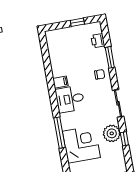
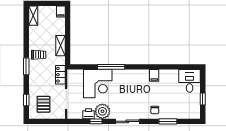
printer: (98, 41) -> (88, 114), moved
desk: (70, 99) -> (190, 81), moved

